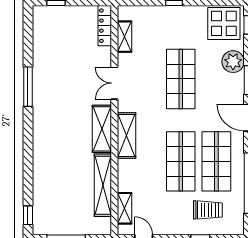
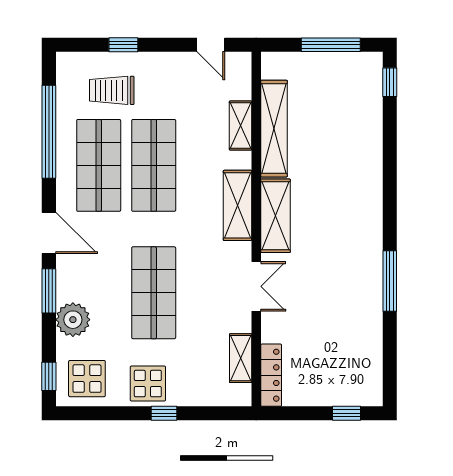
display table: (185, 20) -> (148, 384), added
display table: (224, 23) -> (87, 379), width x0.73, depth x0.73
shelving: (125, 208) -> (240, 126), moved

